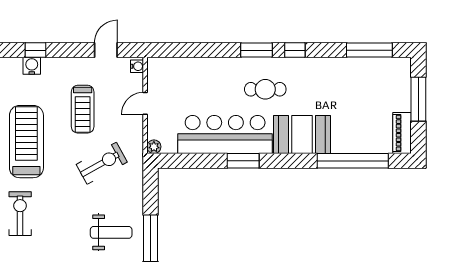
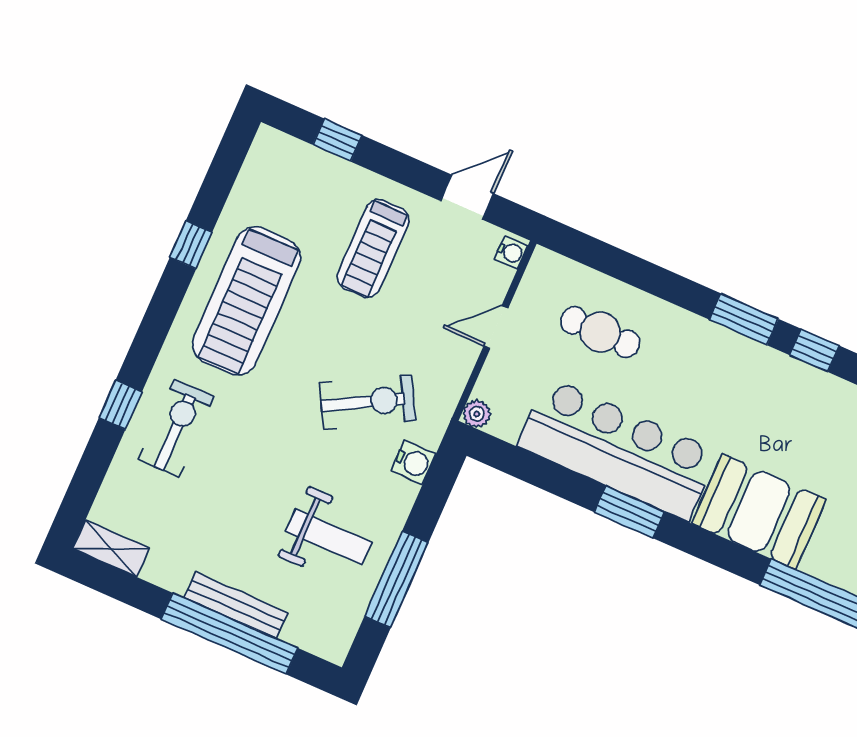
water cooler: (32, 66) -> (413, 462), moved, turned 90
cafe table: (265, 89) -> (600, 332), moved
treadmill: (83, 109) -> (373, 249), moved
treadmill: (26, 142) -> (247, 301), turned 180

